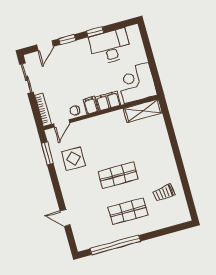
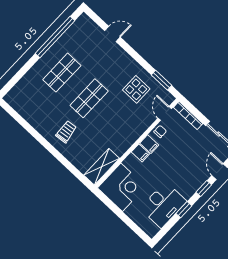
filing cabinet: (108, 101) -> (140, 153), width x0.50
trolley: (164, 193) -> (66, 132), moved

